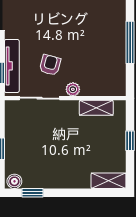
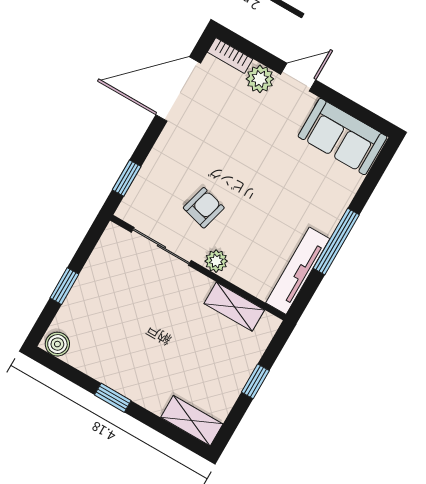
tv unit: (12, 66) -> (298, 271), moved, turned 180
window: (32, 193) -> (113, 398), moved

